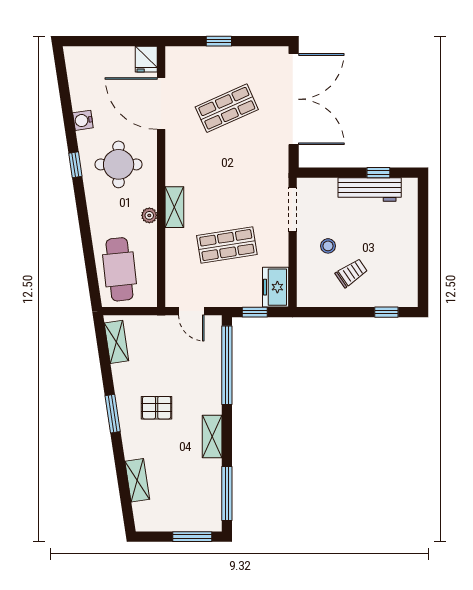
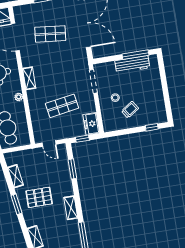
shop shelf: (227, 108) -> (50, 34), turned 30
window: (378, 173) -> (135, 55), width x2.17
shelving: (174, 207) -> (29, 78), moved
shelving: (116, 342) -> (15, 176), moved
window: (227, 365) -> (72, 169), width x0.47
pallet: (157, 408) -> (39, 197), width x1.50, depth x1.42

